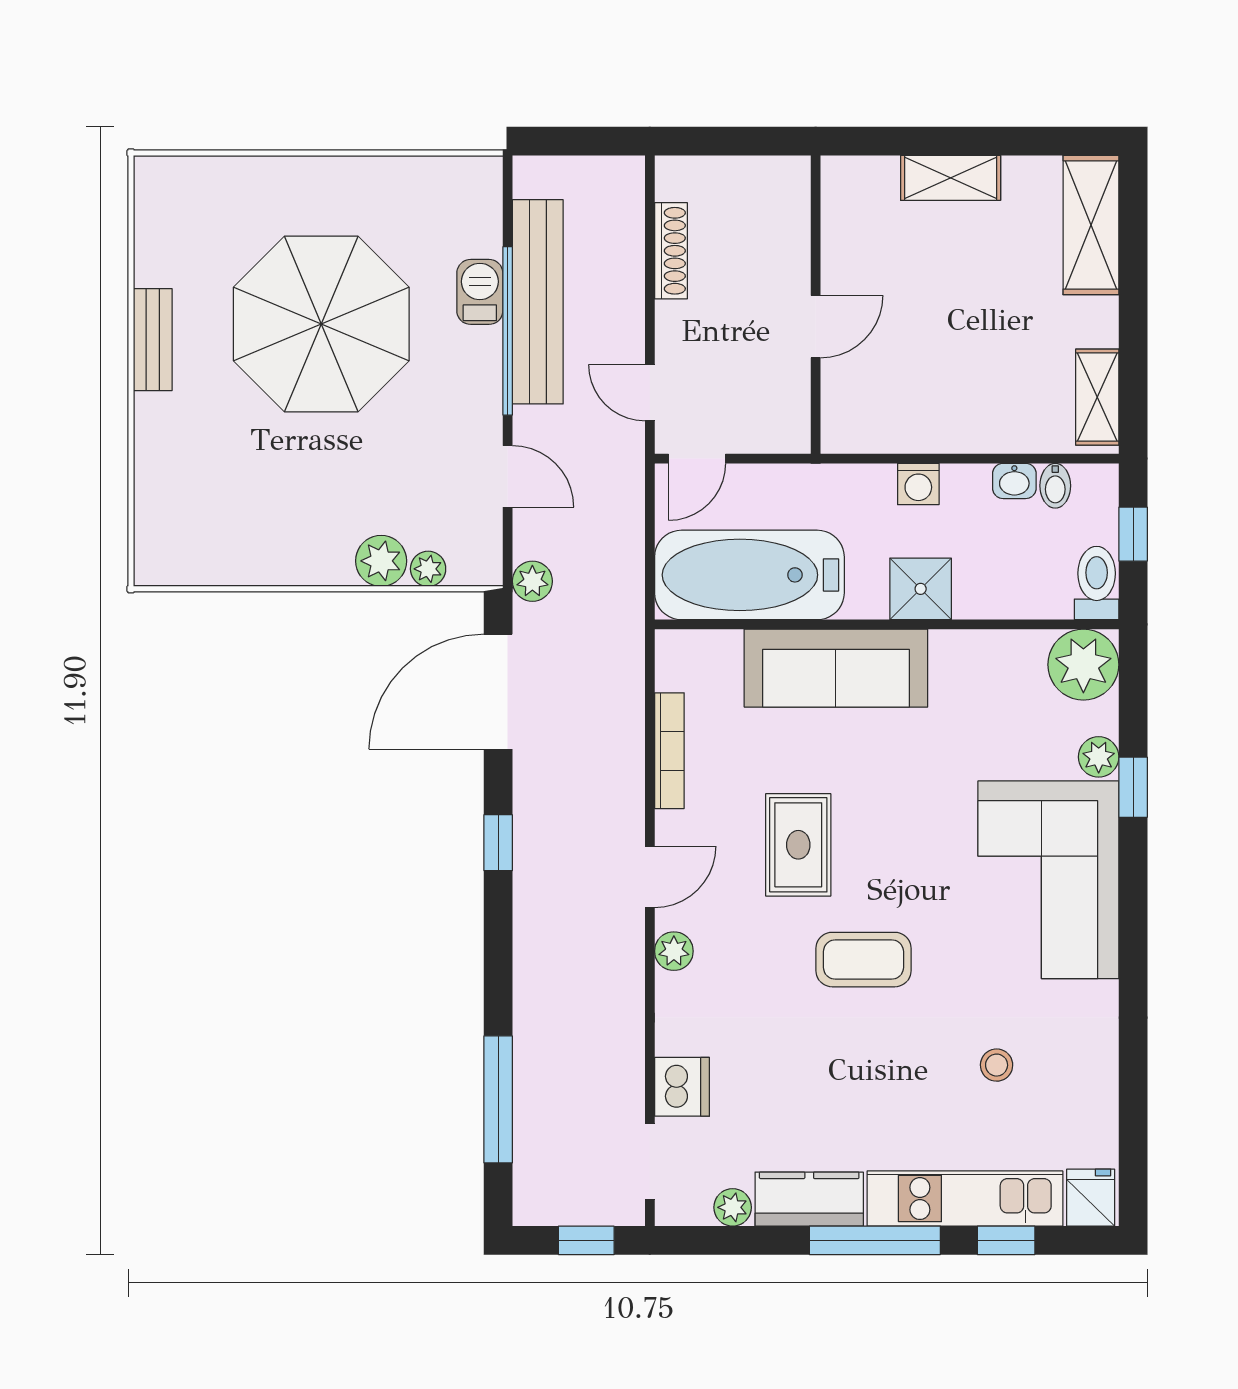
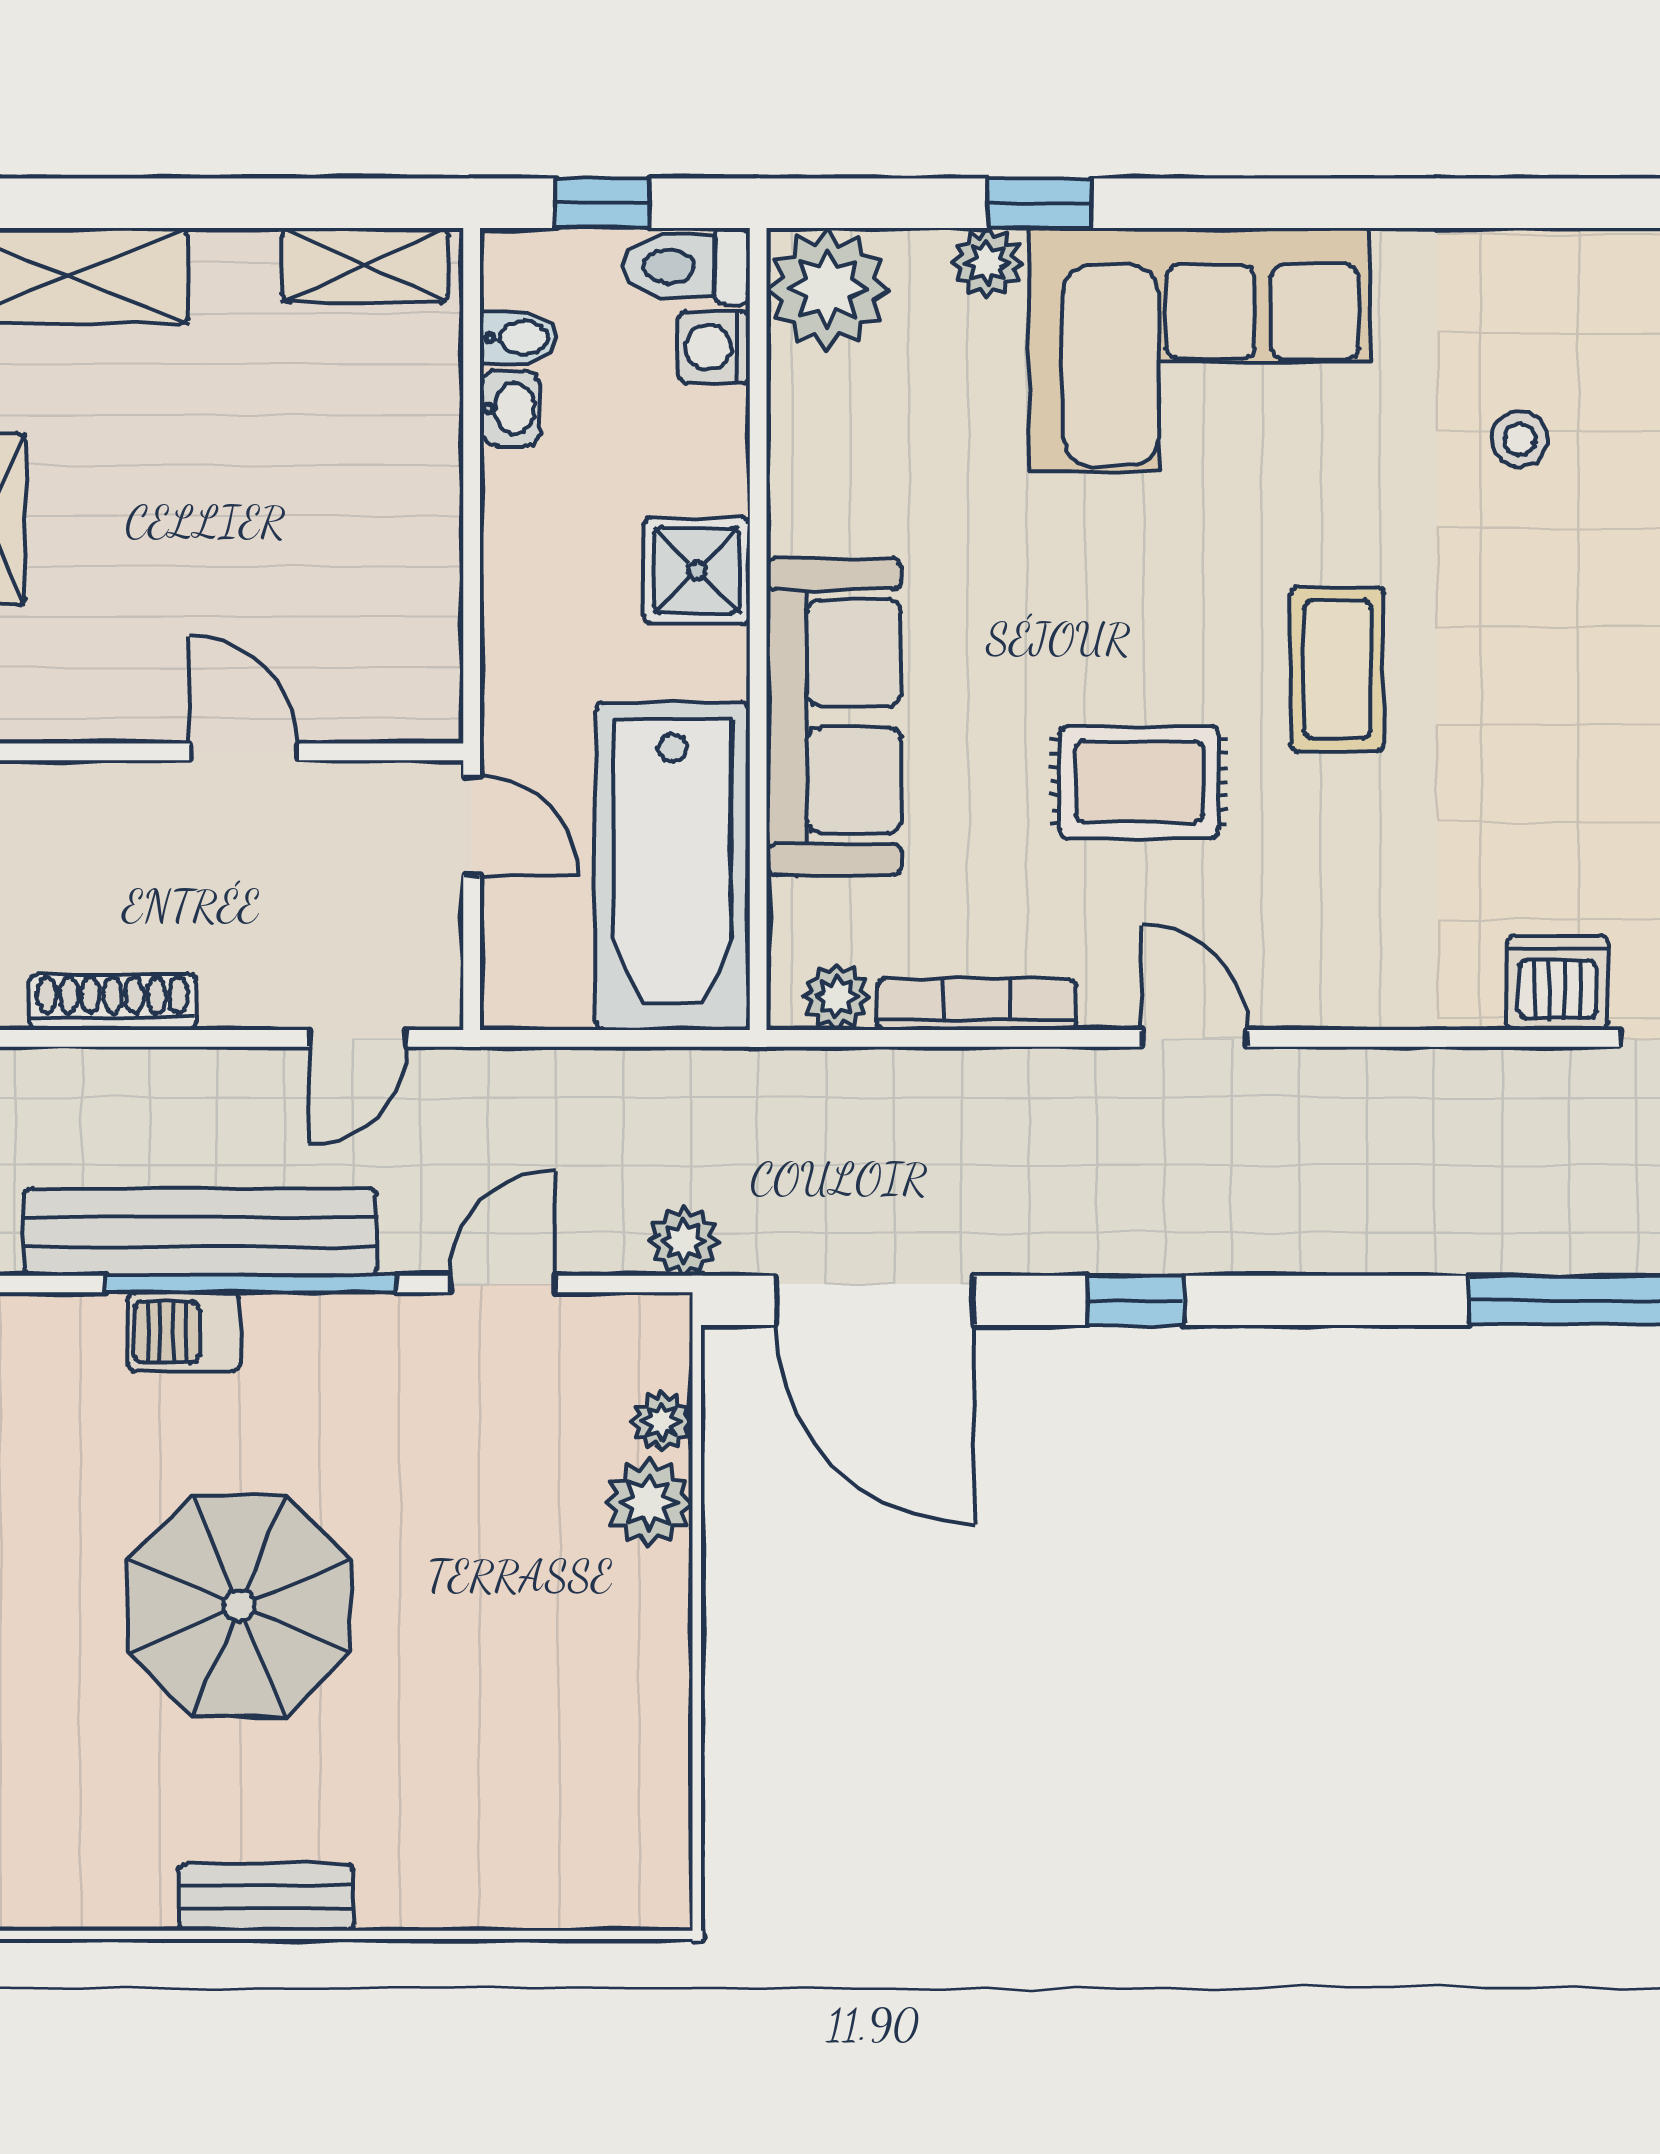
parasol: (321, 324) -> (239, 1606), width x0.73, depth x0.73
door: (697, 459) -> (472, 826), moved
washing machine: (918, 484) -> (714, 347), moved, turned 180
plant: (674, 951) -> (836, 997), moved

